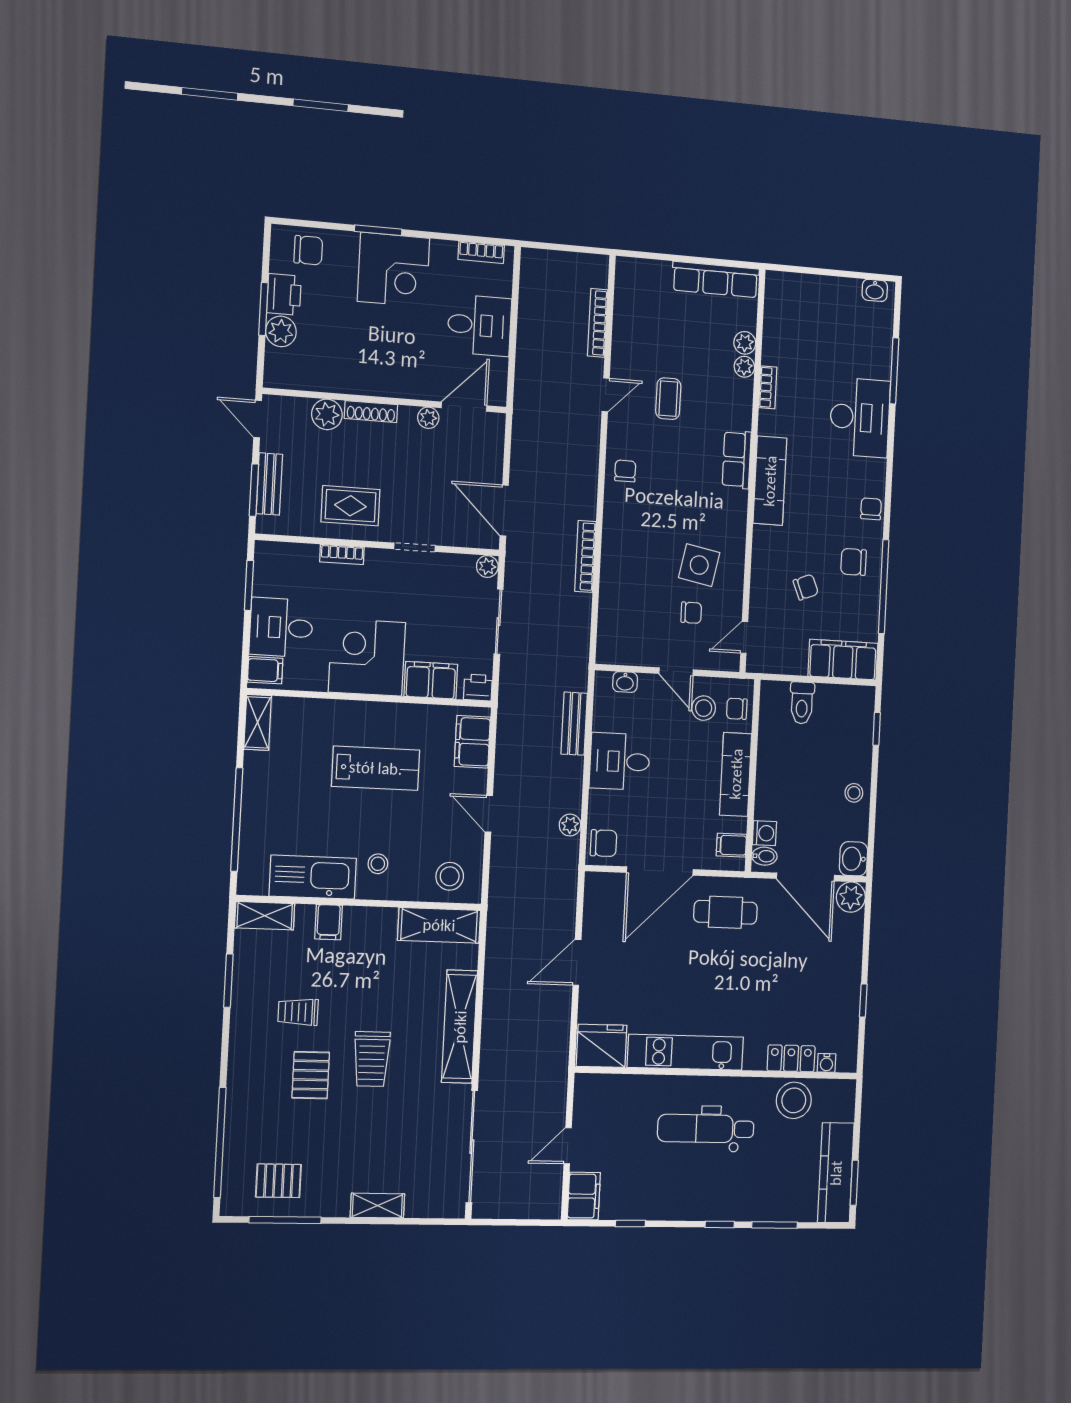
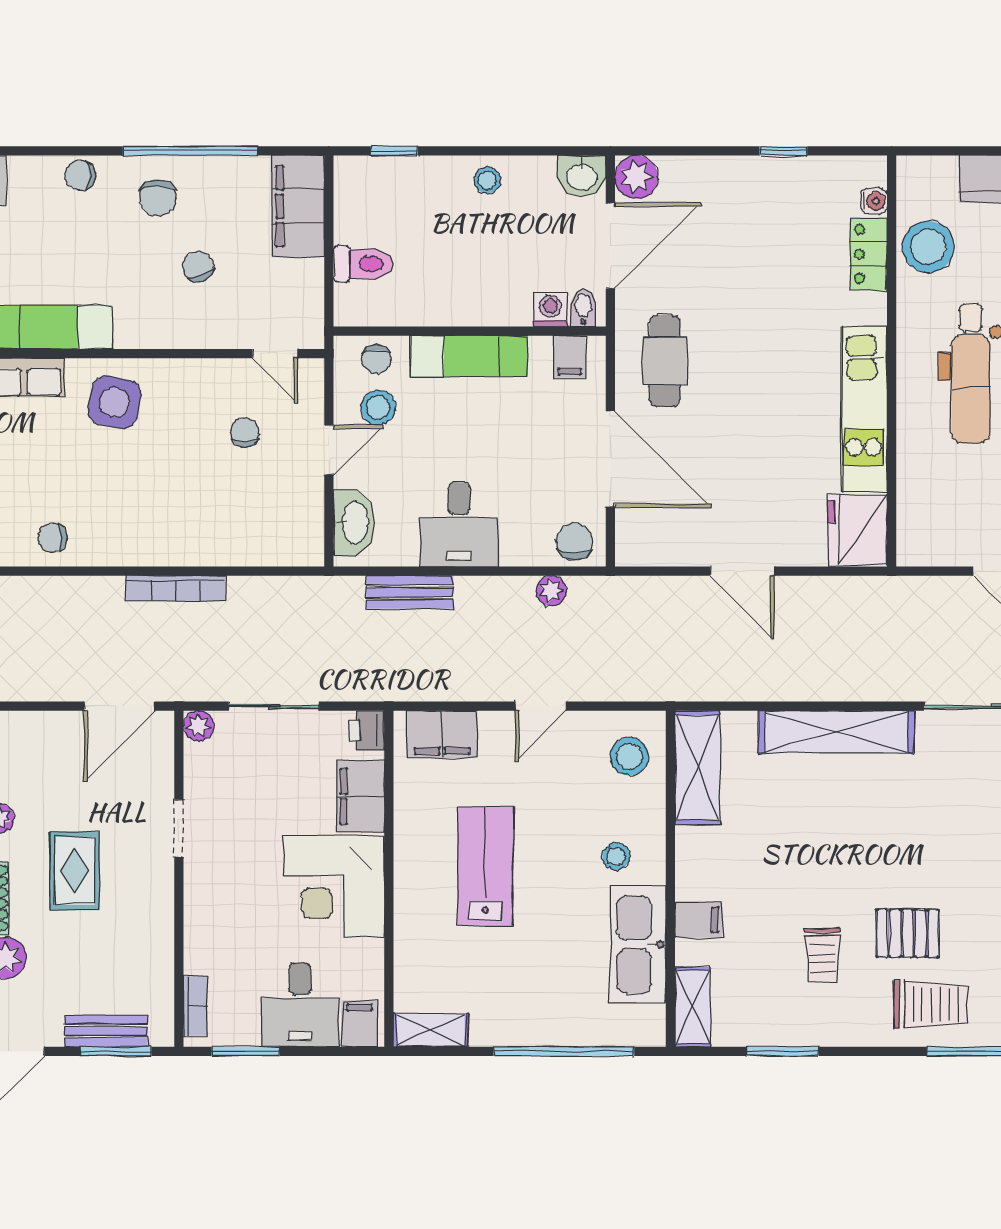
rug: (350, 506) -> (75, 871), moved
bookcase: (342, 555) -> (195, 1006), moved
side table: (699, 565) -> (114, 402), moved
washbasin: (625, 682) -> (354, 523), width x1.91, depth x1.45
trolley: (372, 1059) -> (931, 1005), moved

